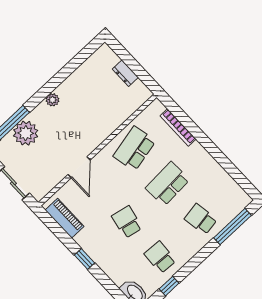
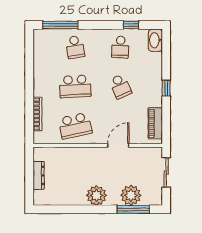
dresser: (125, 73) -> (39, 175), width x1.44
plant: (53, 100) -> (97, 195), width x1.87, depth x1.87
school desk: (127, 222) -> (120, 86), turned -36

